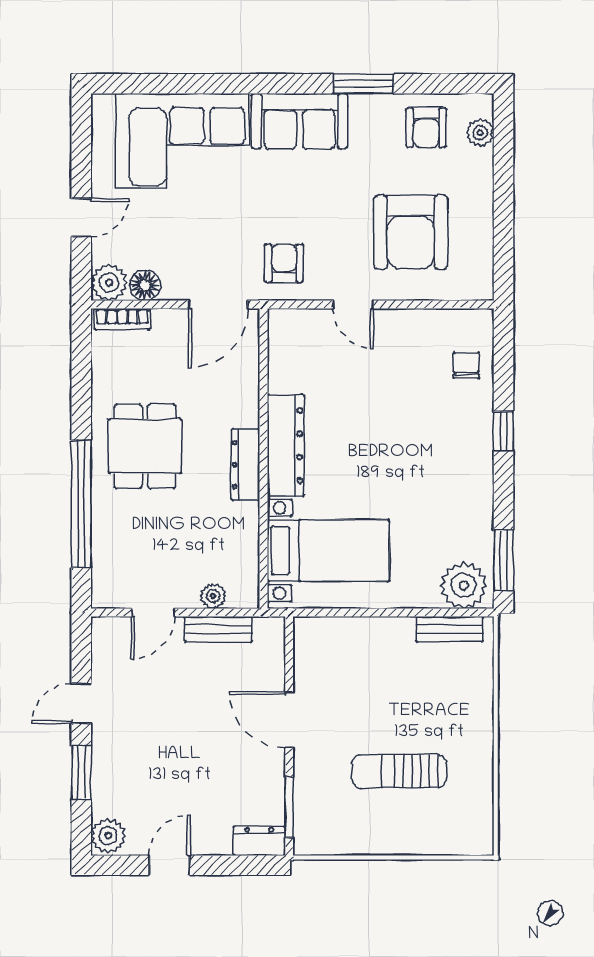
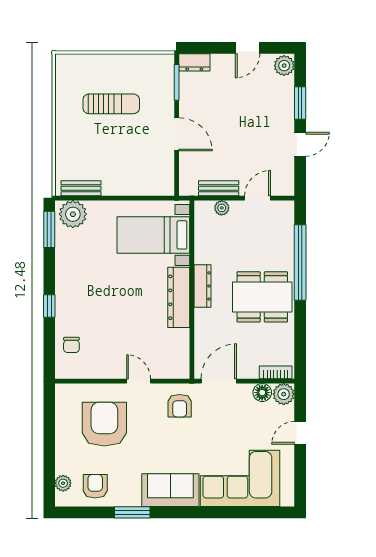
dining table: (145, 446) -> (262, 297), width x1.38

